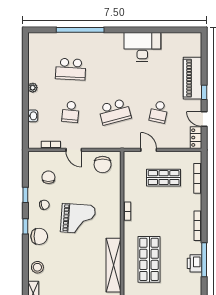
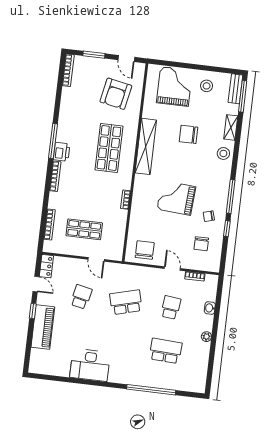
window: (25, 226) -> (231, 196), width x2.17
chair: (39, 236) -> (189, 134), moved
printer: (194, 263) -> (62, 152), moved

